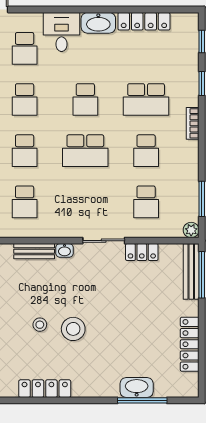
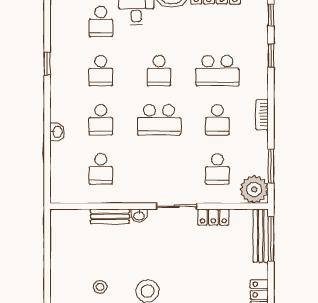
bookcase: (193, 123) -> (262, 115), moved
plant: (191, 230) -> (254, 189), width x1.87, depth x1.87
stool: (40, 325) -> (100, 287), moved

